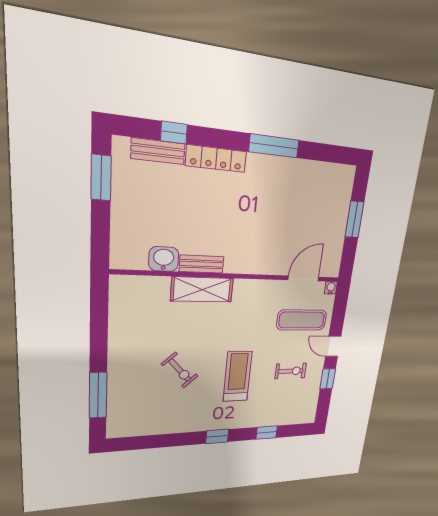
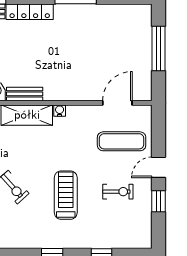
window: (355, 219) -> (159, 49), width x1.44
water cooler: (331, 288) -> (60, 111), moved
door: (333, 346) -> (159, 167), hinge flipped

